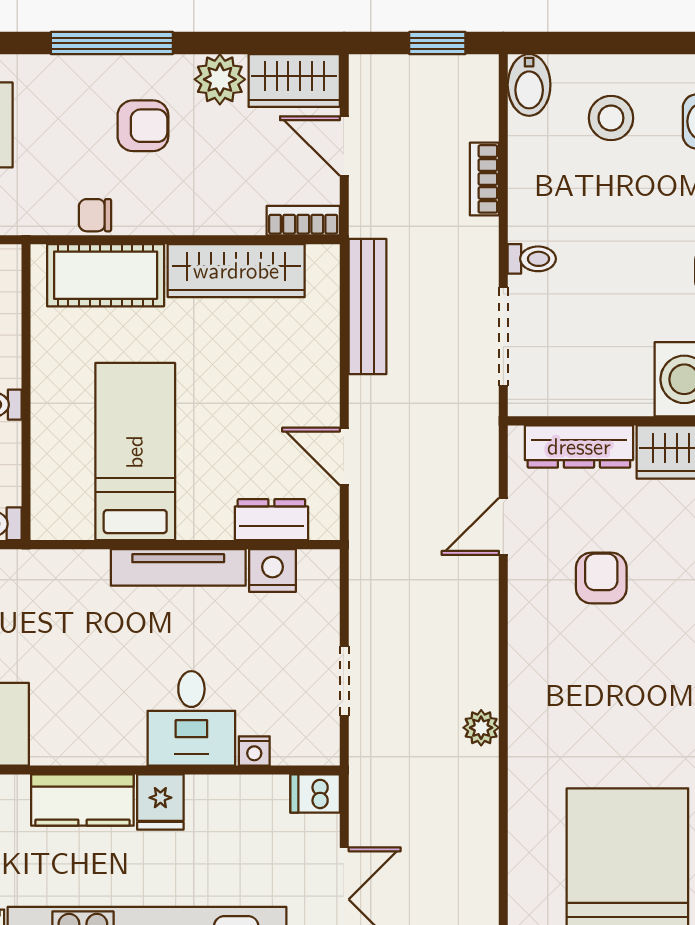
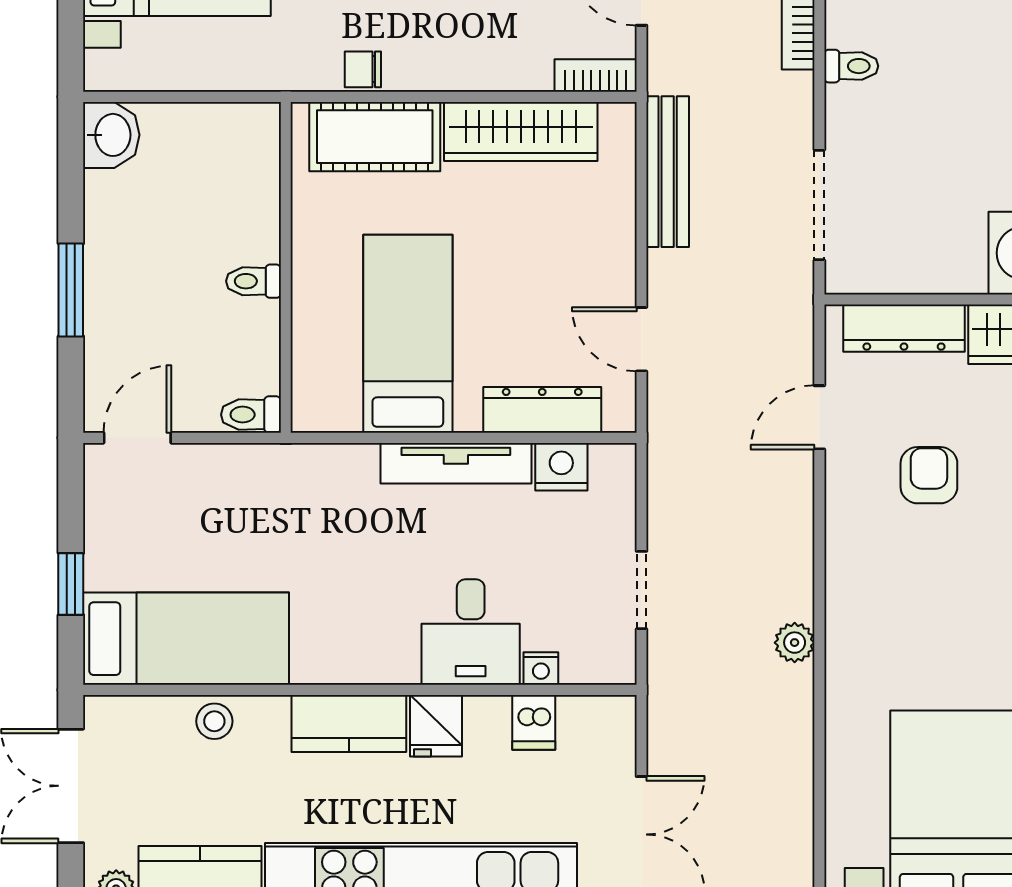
toilet: (532, 259) -> (851, 66), moved
dresser: (271, 520) -> (542, 410), width x1.44
dishwasher: (315, 794) -> (534, 722), moved, turned -90

